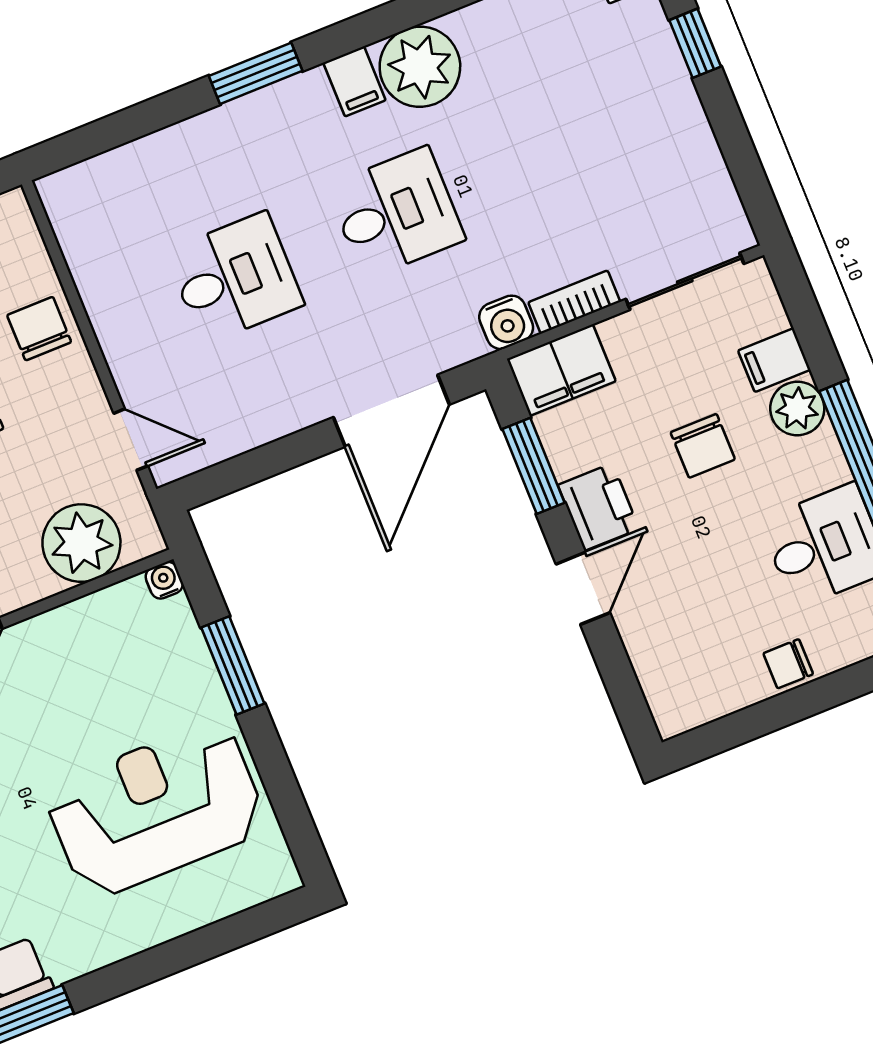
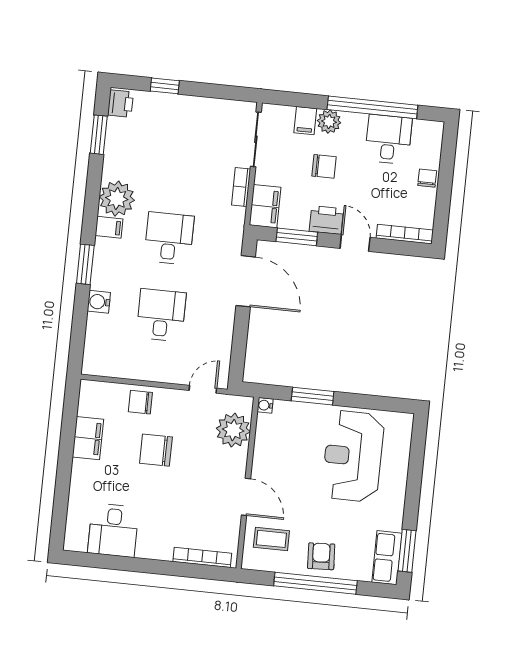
water cooler: (506, 322) -> (99, 302), moved, turned 180
chair: (788, 664) -> (427, 178), turned 180
bookcase: (653, 678) -> (405, 234), added

